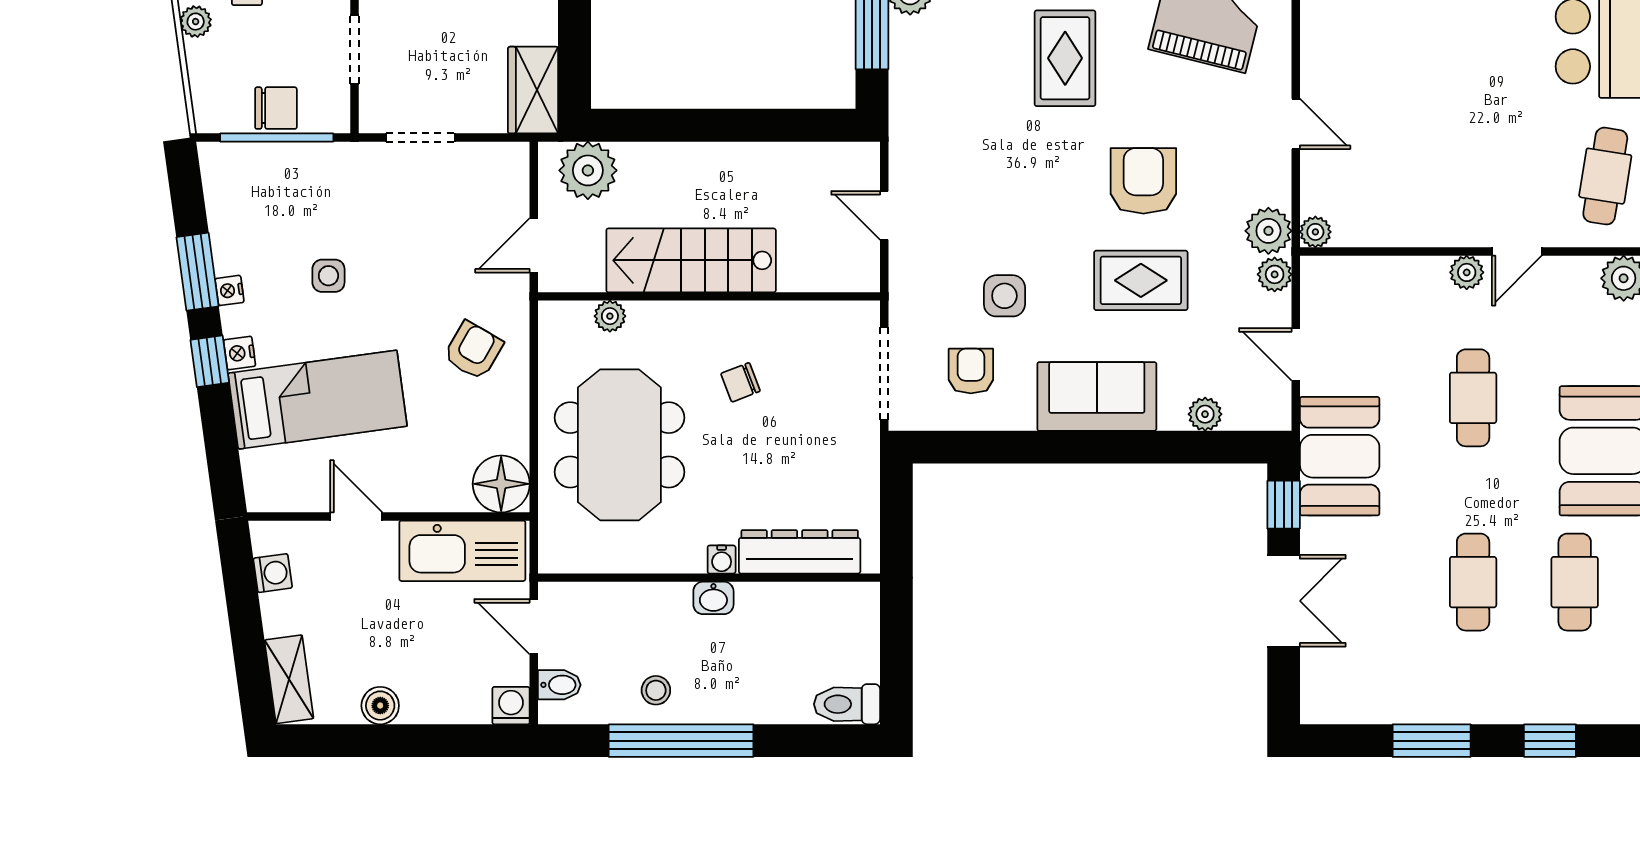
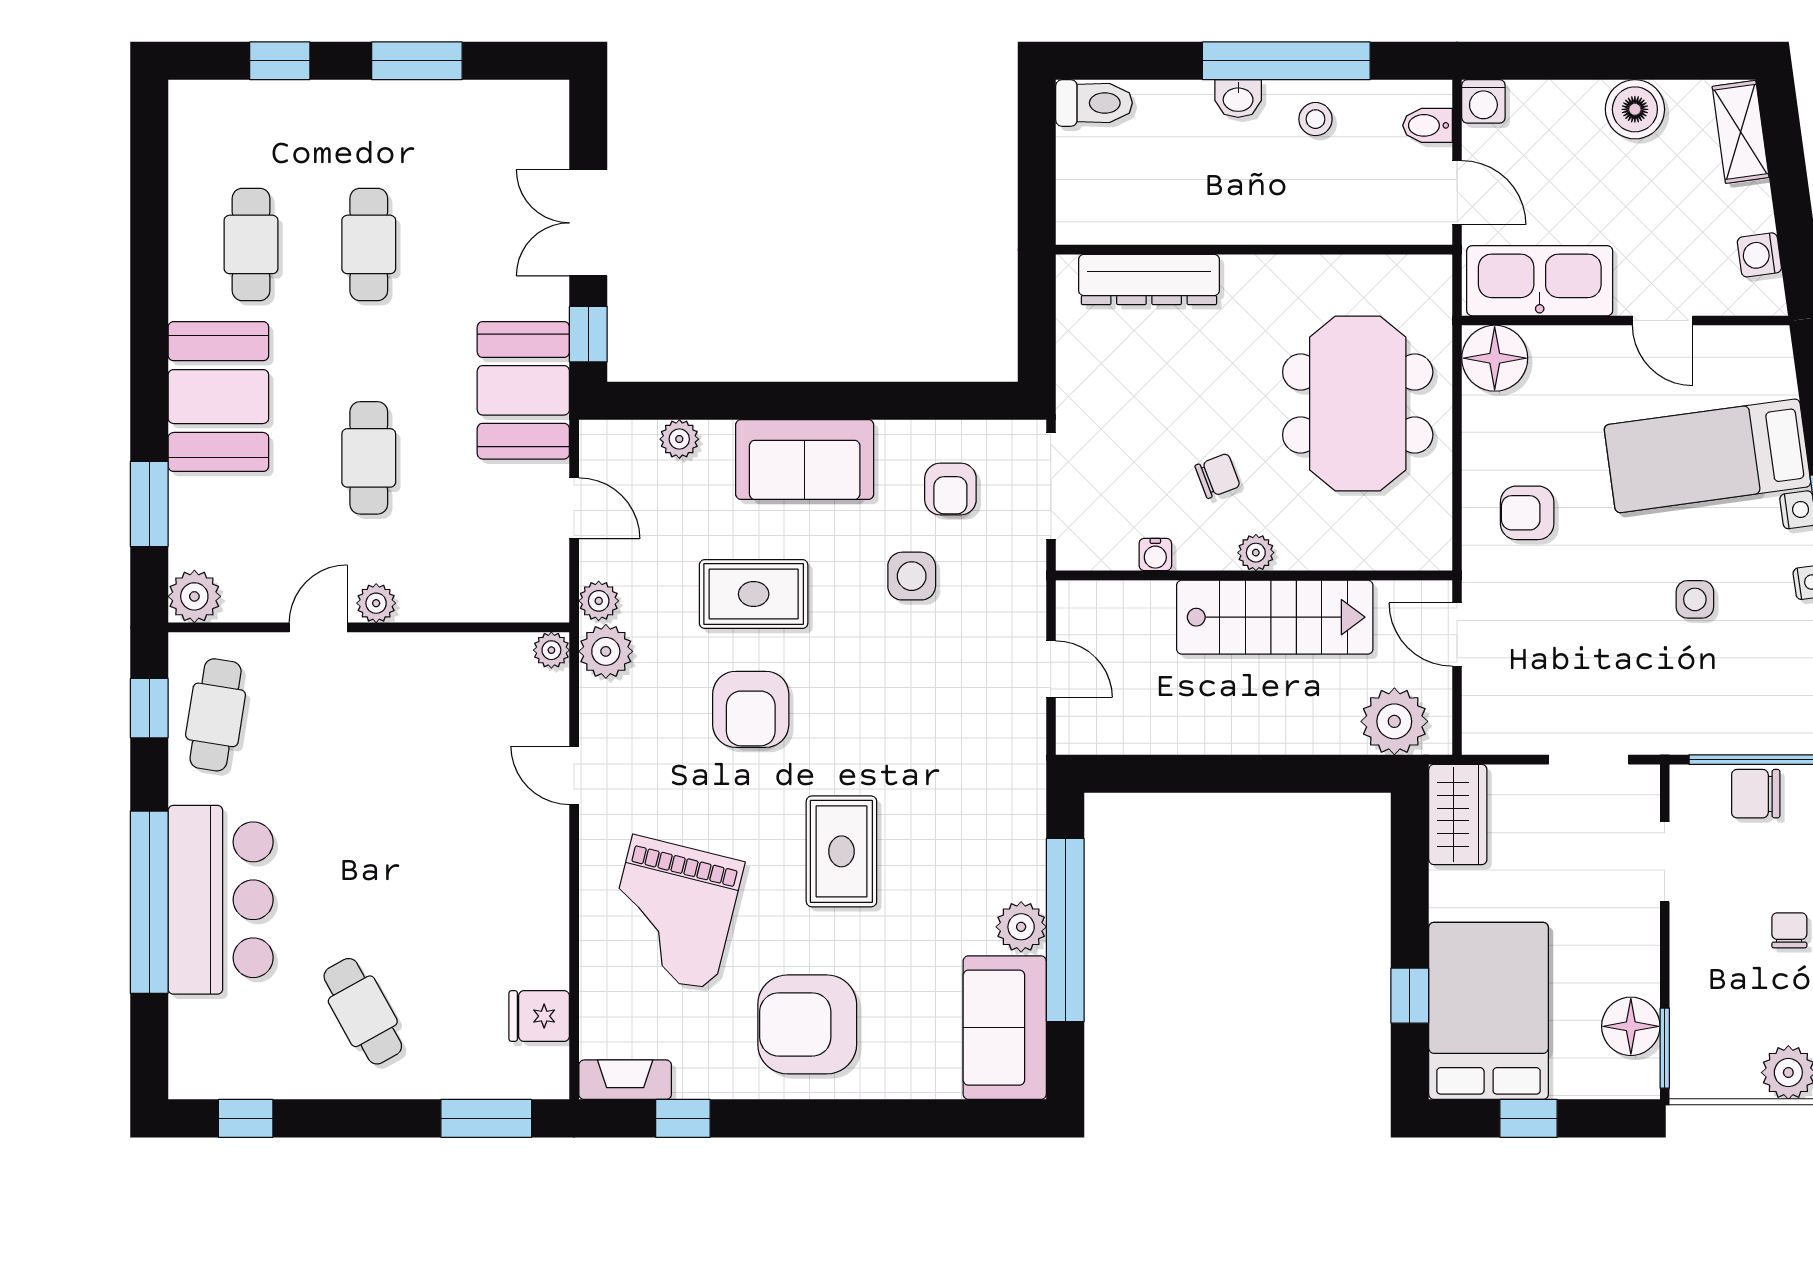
door: (534, 245) -> (1457, 635), swing flipped
plant: (610, 316) -> (1256, 553), moved
armchair: (473, 350) -> (1527, 513), turned 60
water cooler: (722, 559) -> (1155, 554), moved, turned 180
washbasin: (713, 598) -> (1238, 99), moved, turned 180
boiler: (380, 706) -> (1635, 109), width x1.36, depth x1.36

